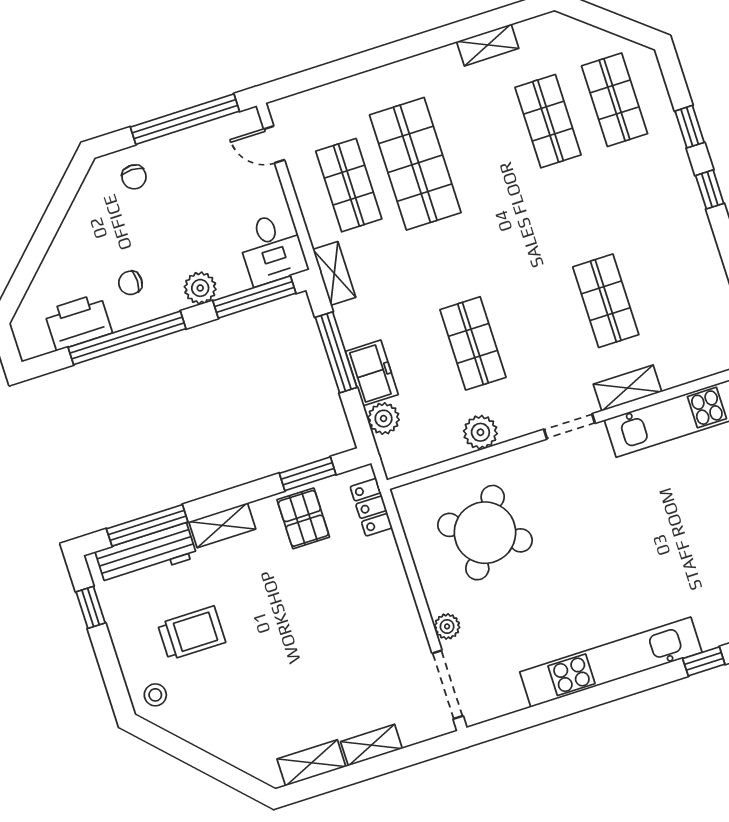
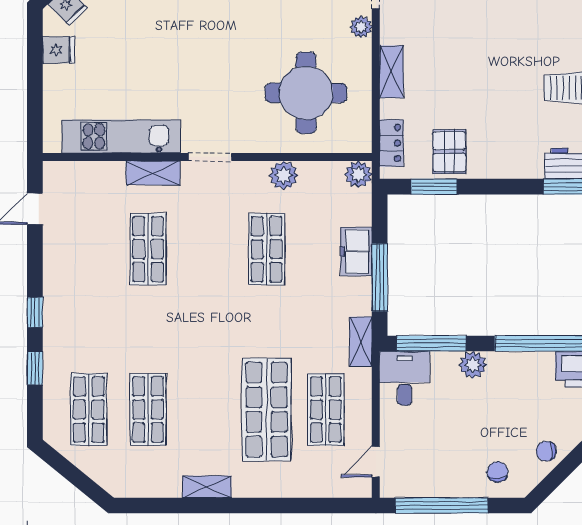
shelving: (488, 45) -> (207, 487), moved
door: (274, 145) -> (376, 462), swing flipped
chair: (130, 283) -> (546, 451), moved, turned 180
plant: (384, 419) -> (358, 174), moved
shelving: (222, 525) -> (391, 72), moved, turned 90
round table: (485, 533) -> (306, 93), turned -30

